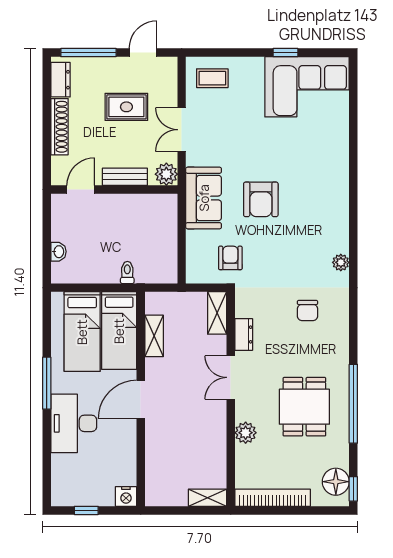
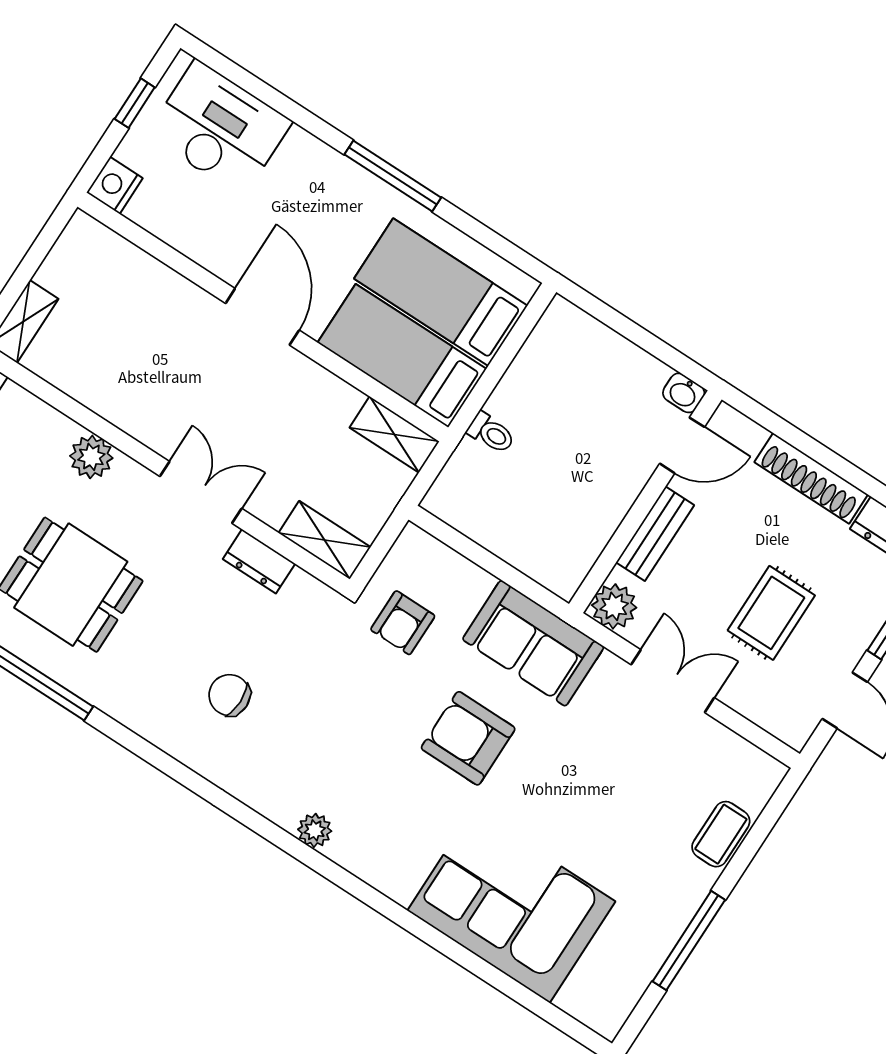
window: (285, 53) -> (689, 941), width x2.17
coffee table: (212, 78) -> (721, 834), moved
corner sofa: (307, 87) -> (511, 906), moved, turned 90
door: (81, 190) -> (682, 445), hinge flipped
washbasin: (58, 252) -> (684, 393), moved
armchair: (230, 258) -> (403, 623), turned 90
plant: (341, 262) -> (315, 830), moved
shelving: (154, 336) -> (394, 435), moved
desk: (74, 423) -> (219, 128), moved

